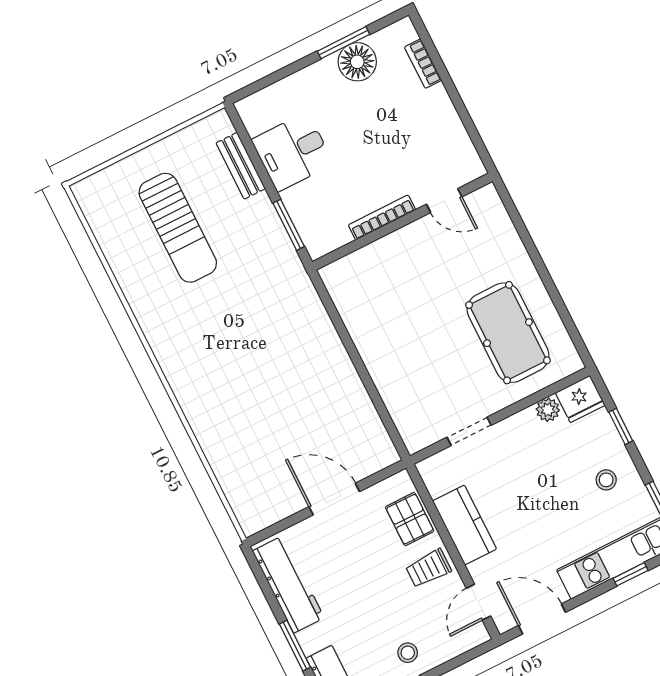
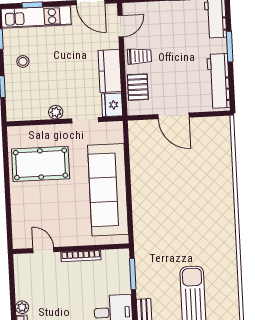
plant: (438, 97) -> (22, 307), added
pool table: (508, 333) -> (41, 164), turned 90
sofa: (385, 339) -> (108, 190), added
fridge: (580, 399) -> (112, 105), moved, turned -90
plant: (548, 410) -> (56, 112), moved
stool: (408, 653) -> (171, 16), removed

